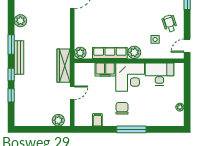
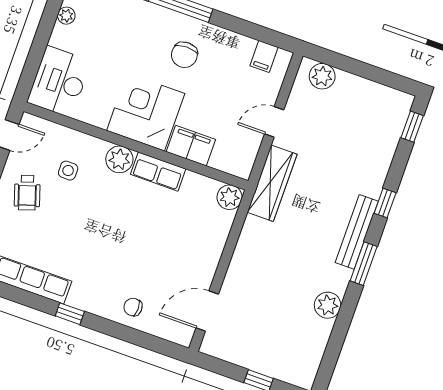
row of seats: (110, 53) -> (158, 172), width x0.68
desk: (159, 74) -> (59, 82), moved, turned 90
window: (11, 95) -> (412, 127), moved
filing cabinet: (97, 120) -> (264, 56), moved

